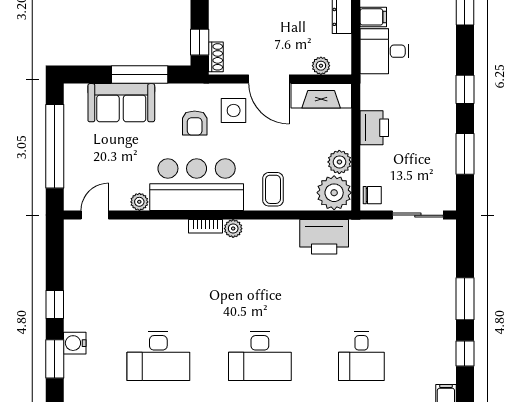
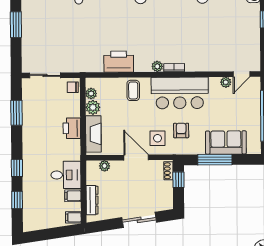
window: (465, 89) -> (17, 168), moved
fireplace: (321, 96) -> (93, 134), moved, turned 90
plant: (334, 193) -> (91, 94), width x0.53, depth x0.53
plant: (139, 202) -> (226, 82), moved
printer: (324, 237) -> (119, 62), moved

